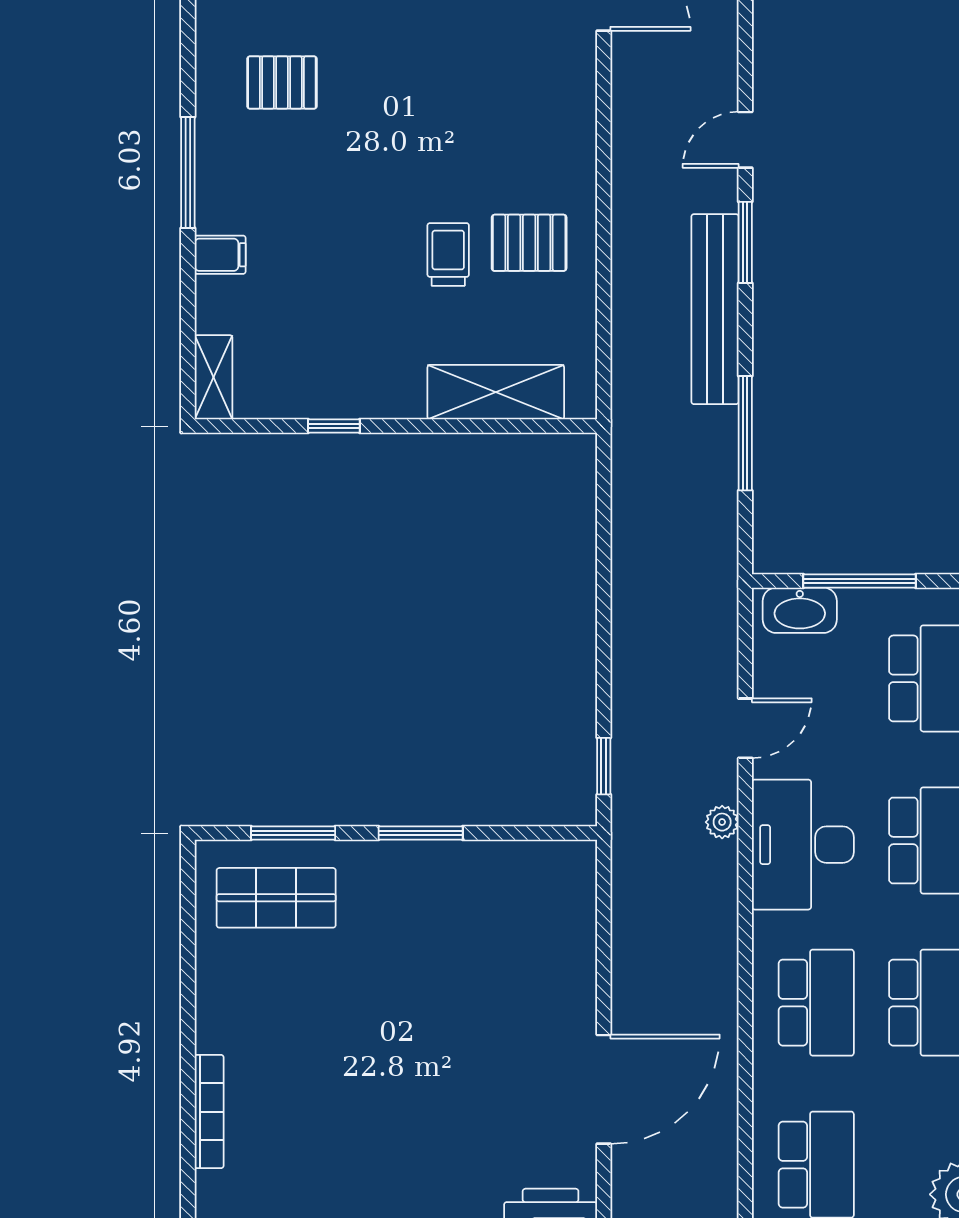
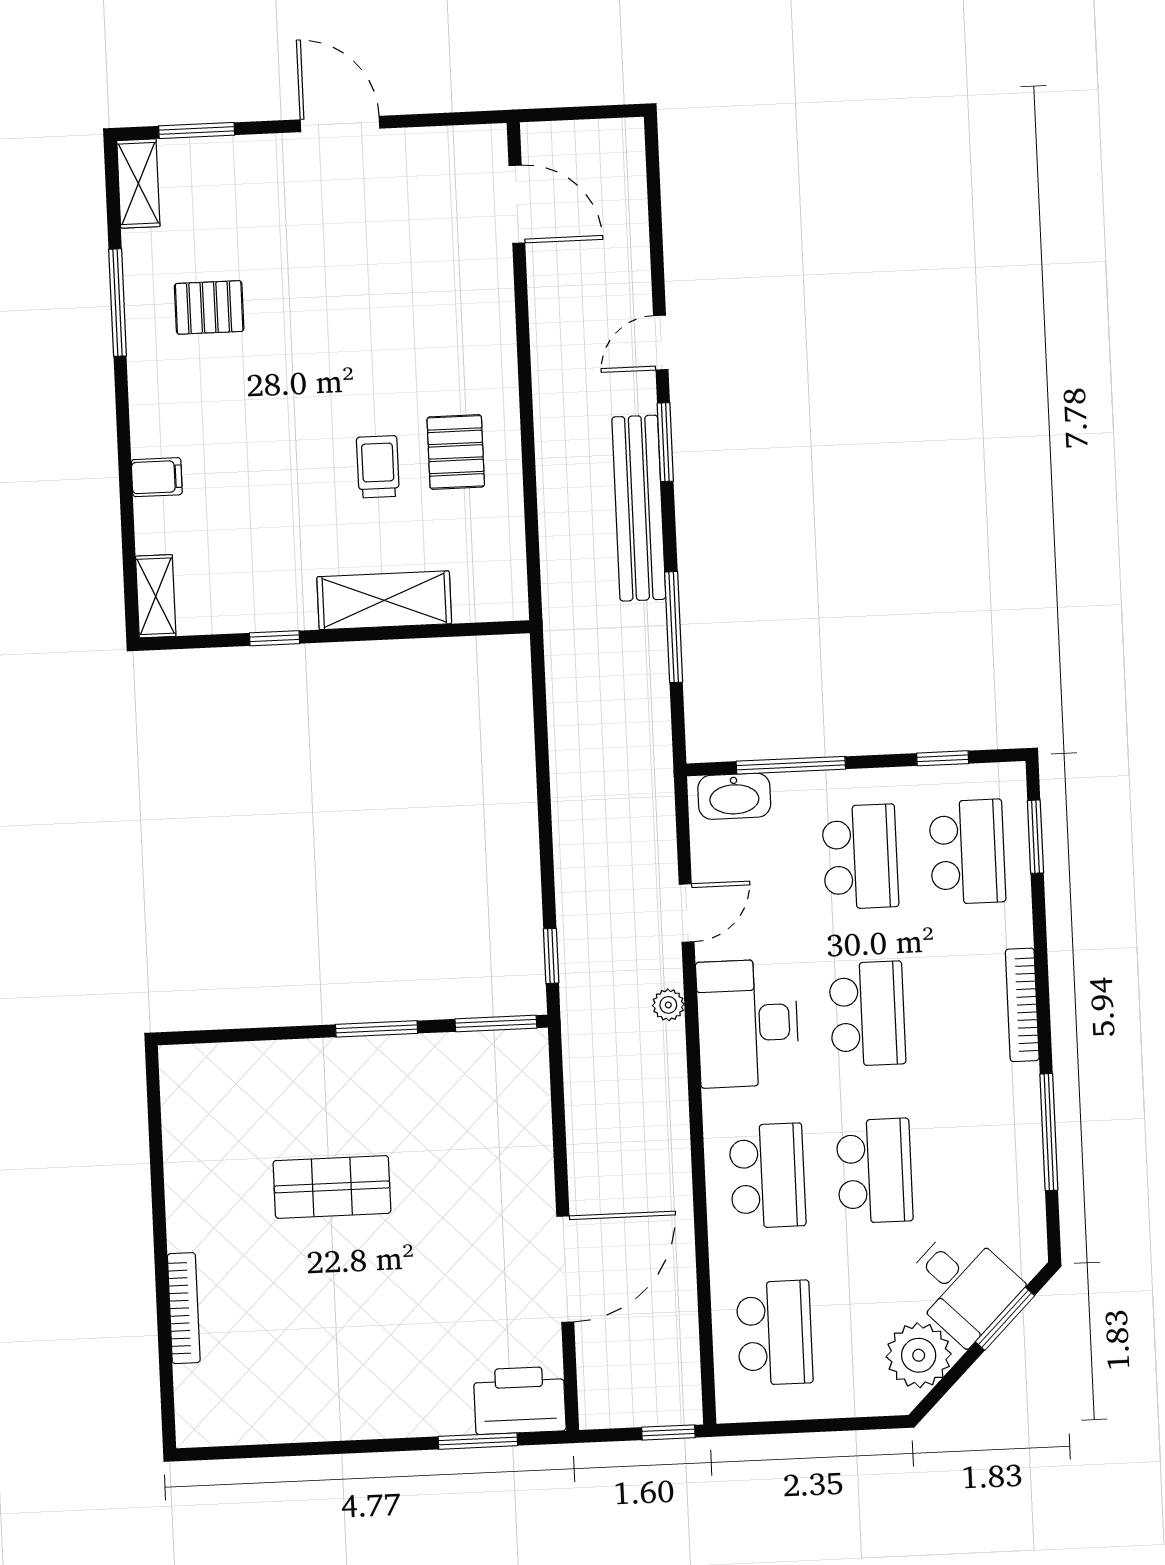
window: (188, 173) -> (118, 303), moved
pallet: (529, 243) -> (456, 452), turned 90
shelving: (496, 392) -> (384, 600), moved
window: (293, 833) -> (496, 1023), moved
shop shelf: (276, 898) -> (332, 1187), moved

